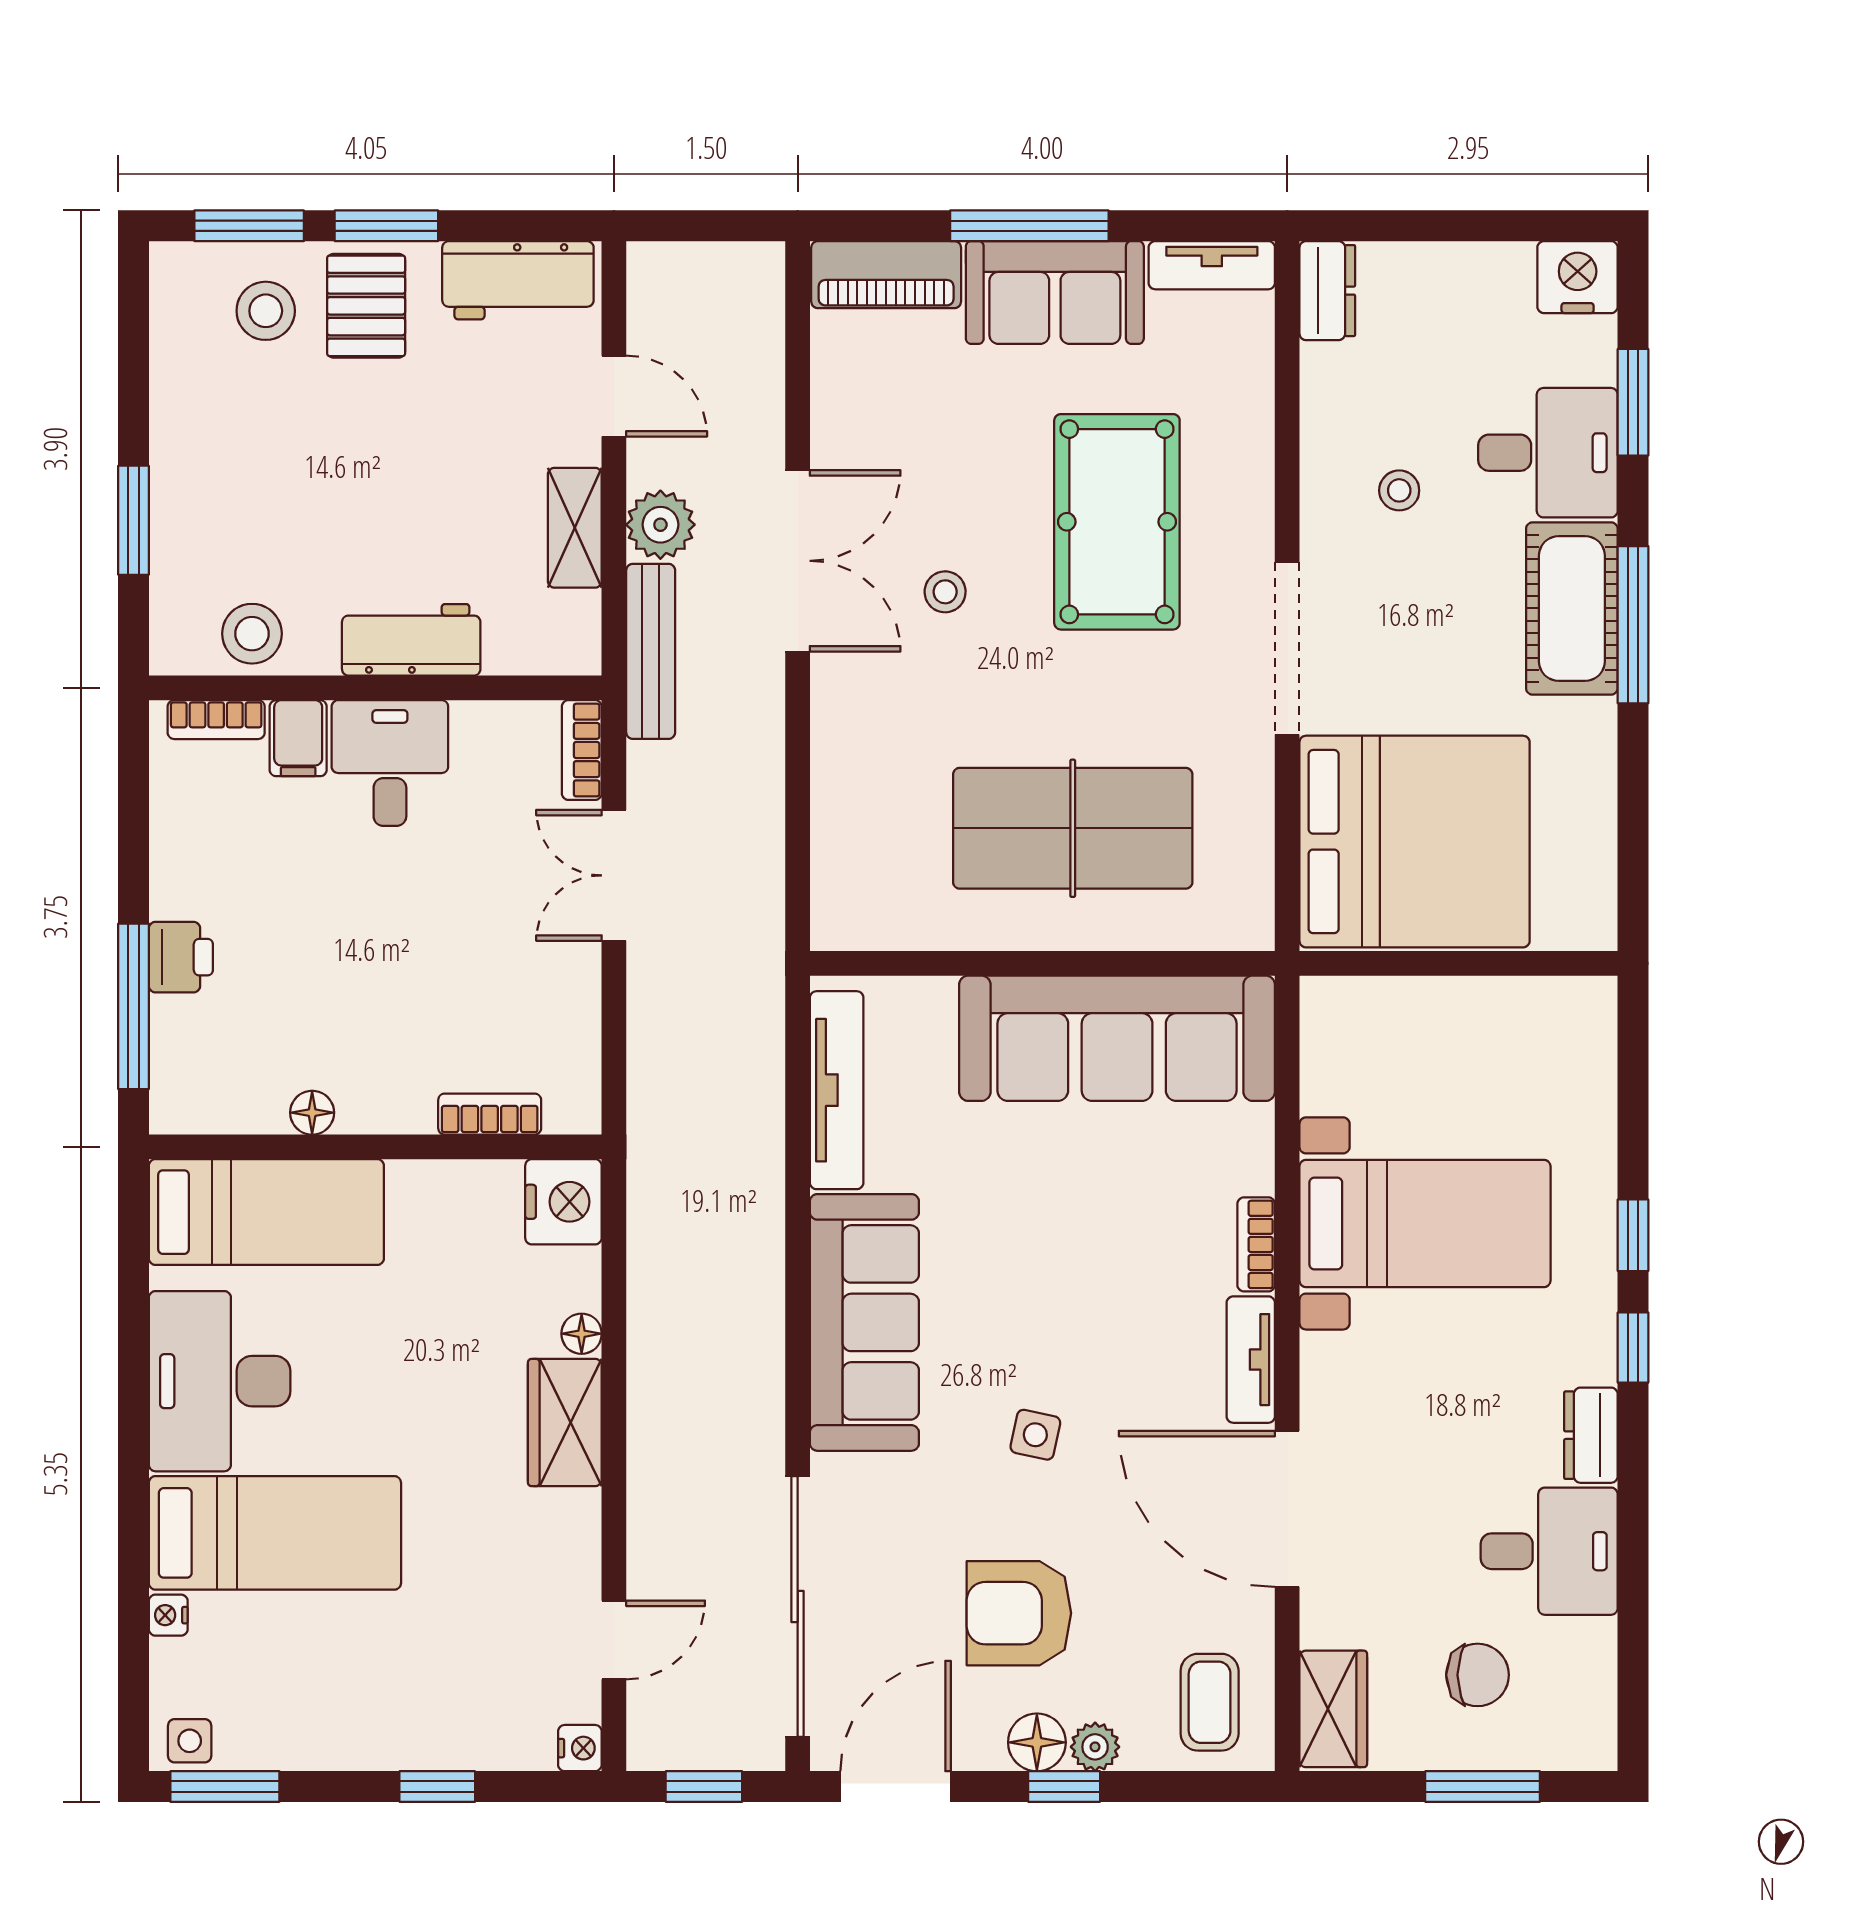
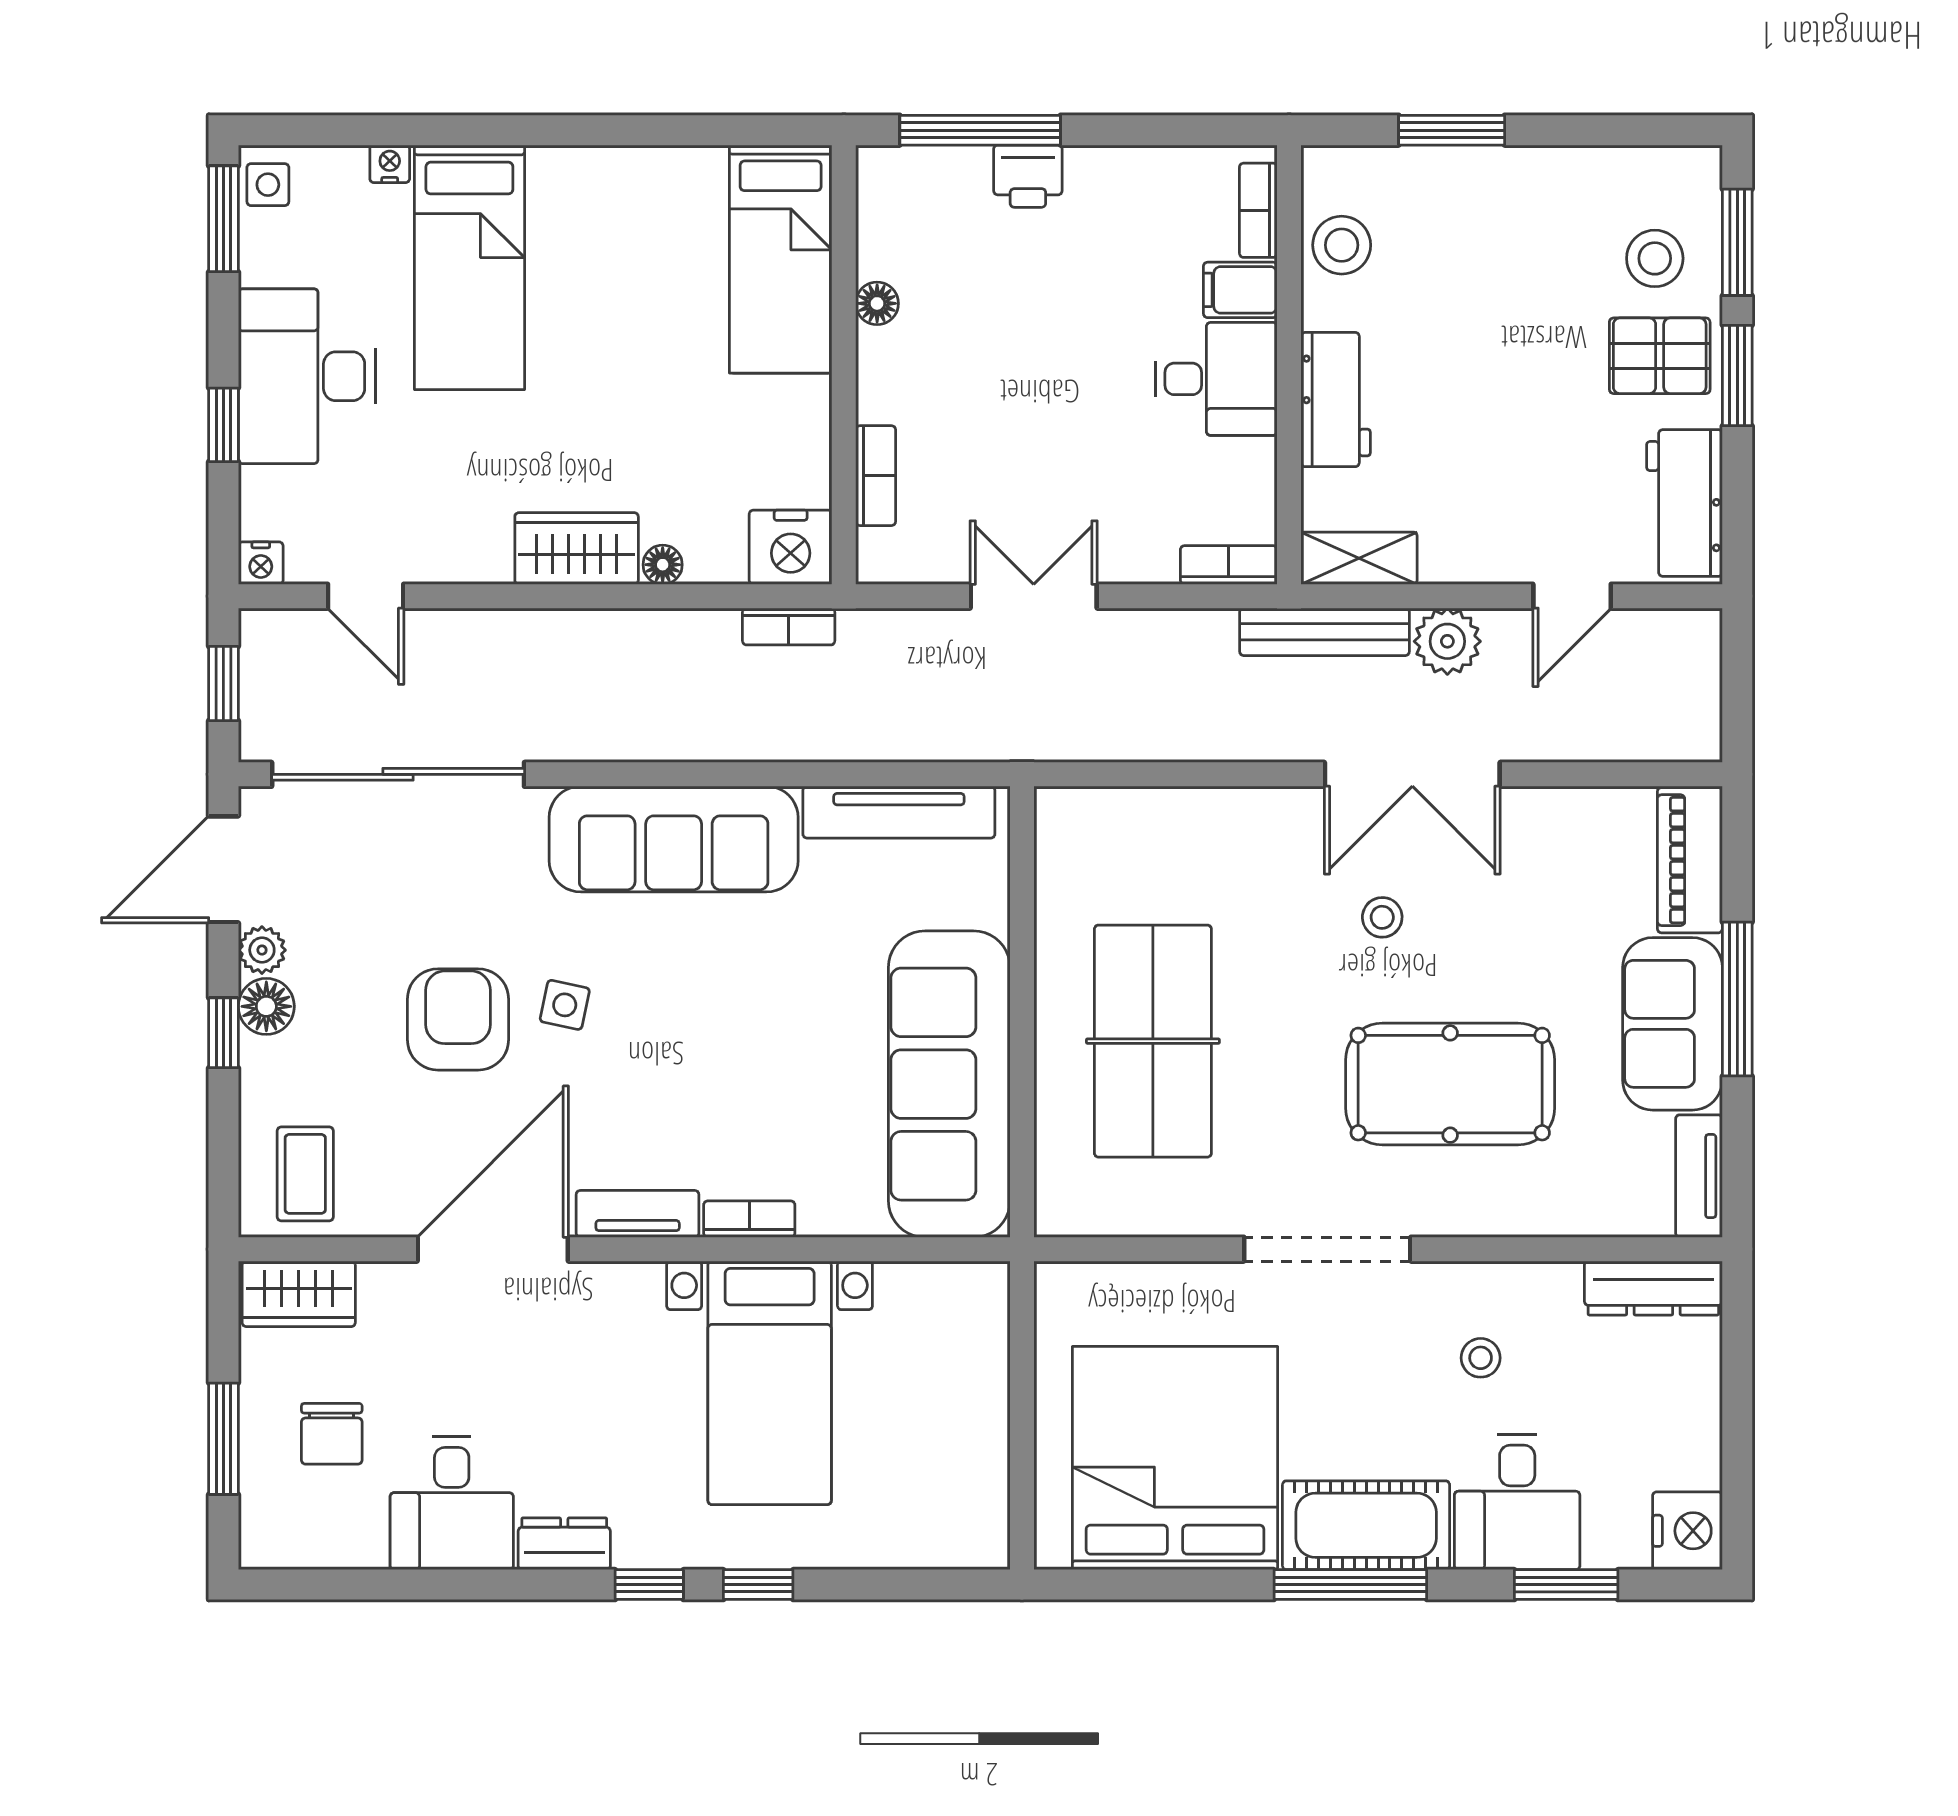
dresser: (1327, 291) -> (1653, 1288), width x1.44
shelving: (575, 528) -> (1359, 558), moved
bed: (1415, 842) -> (1175, 1458), moved, turned 180
double door: (614, 875) -> (1034, 596), moved
bookcase: (645, 1204) -> (789, 626), added
desk: (220, 1381) -> (307, 376), moved, turned -90
armchair: (1019, 1613) -> (458, 1019), moved
coffee table: (1210, 1702) -> (305, 1174), turned 90
plant: (1095, 1747) -> (262, 950), moved
door: (896, 1787) -> (223, 869), swing flipped

